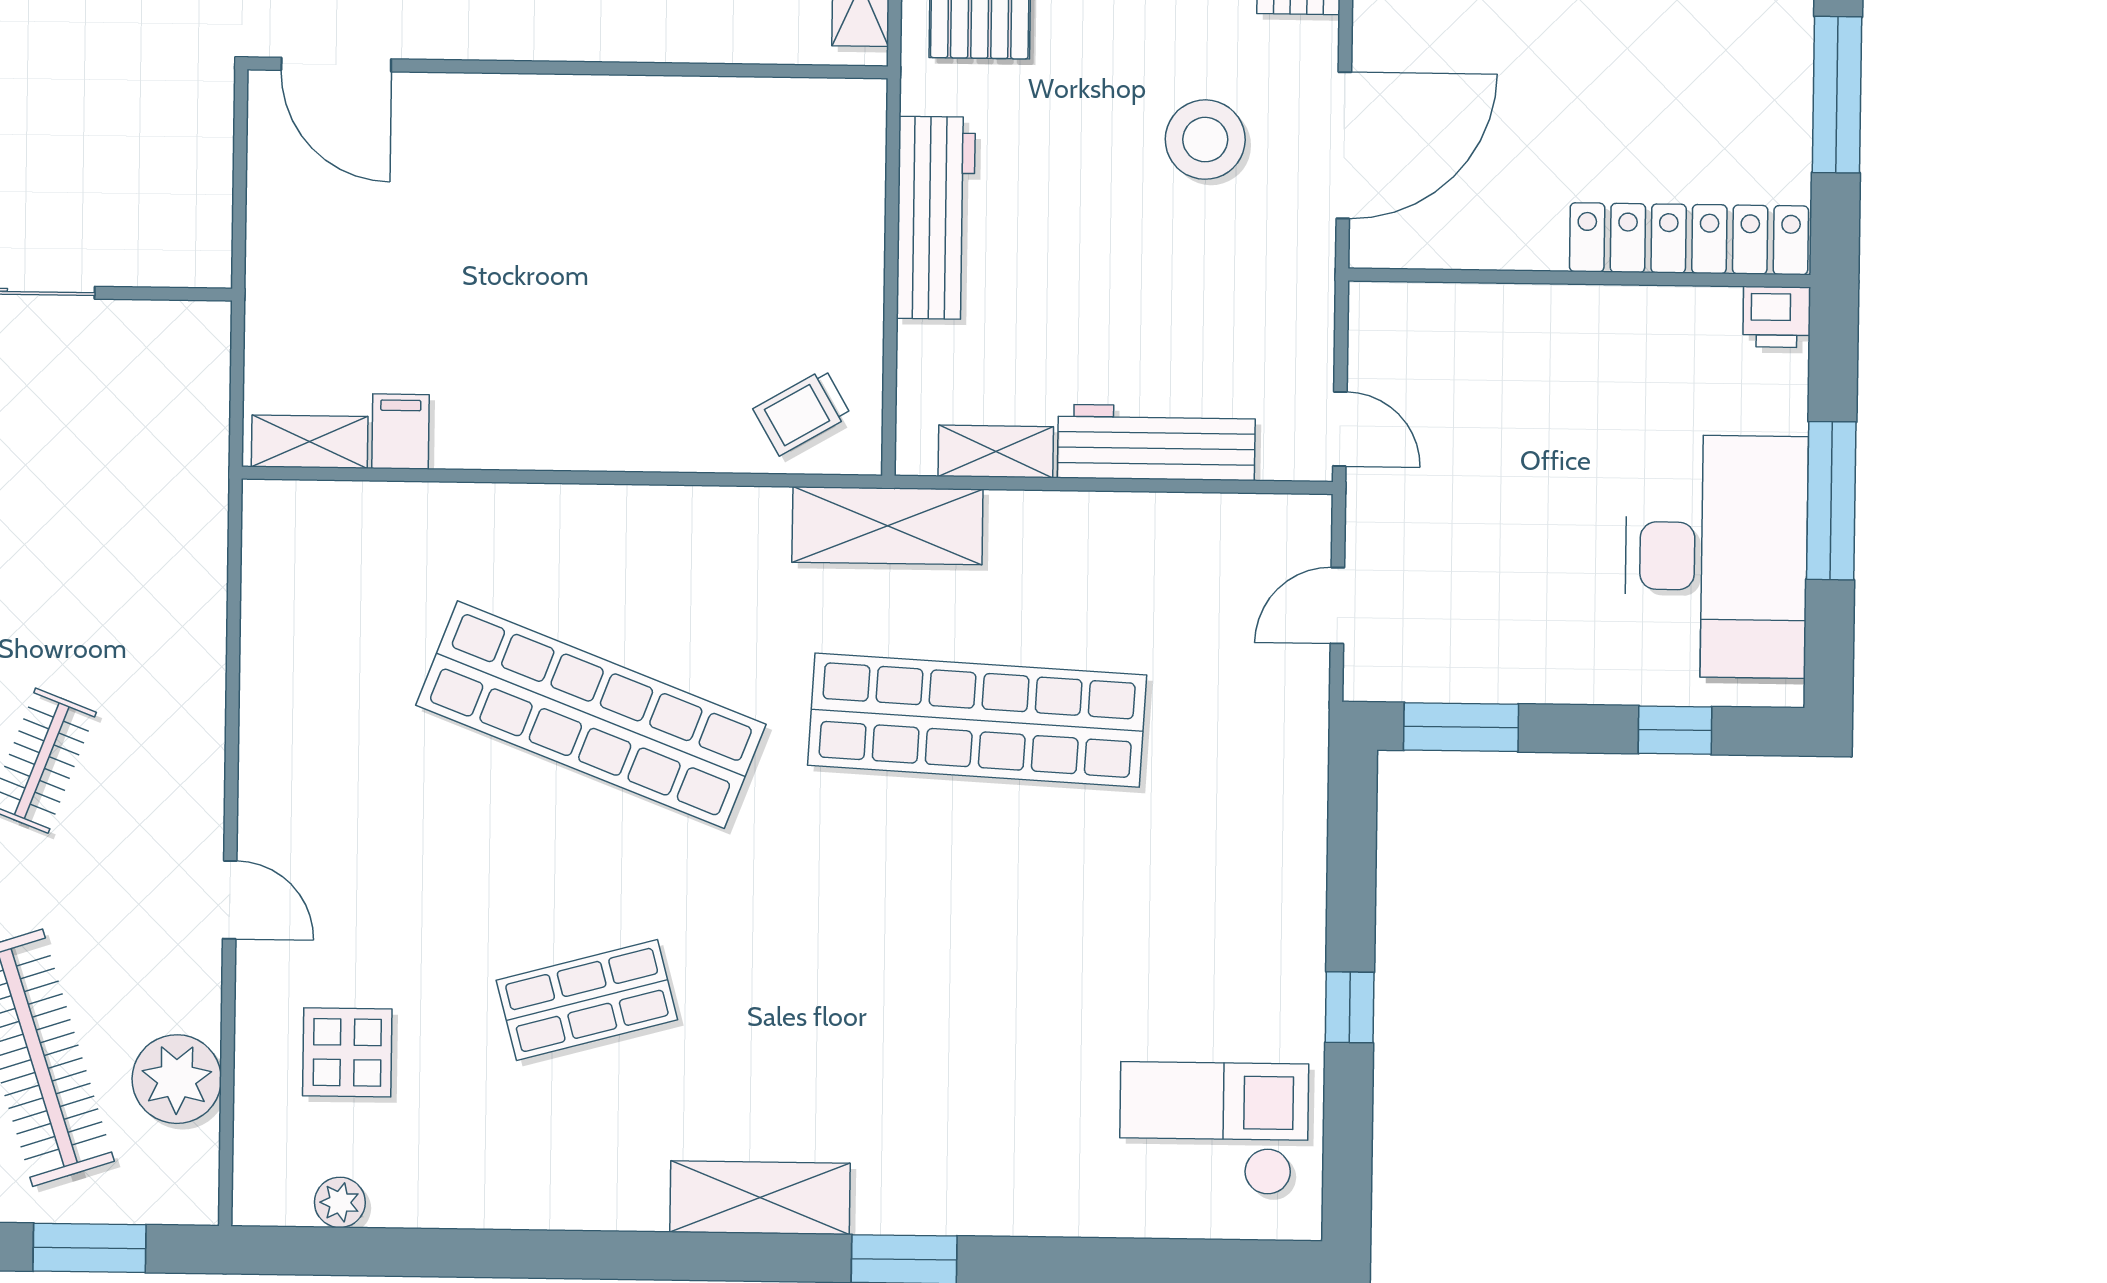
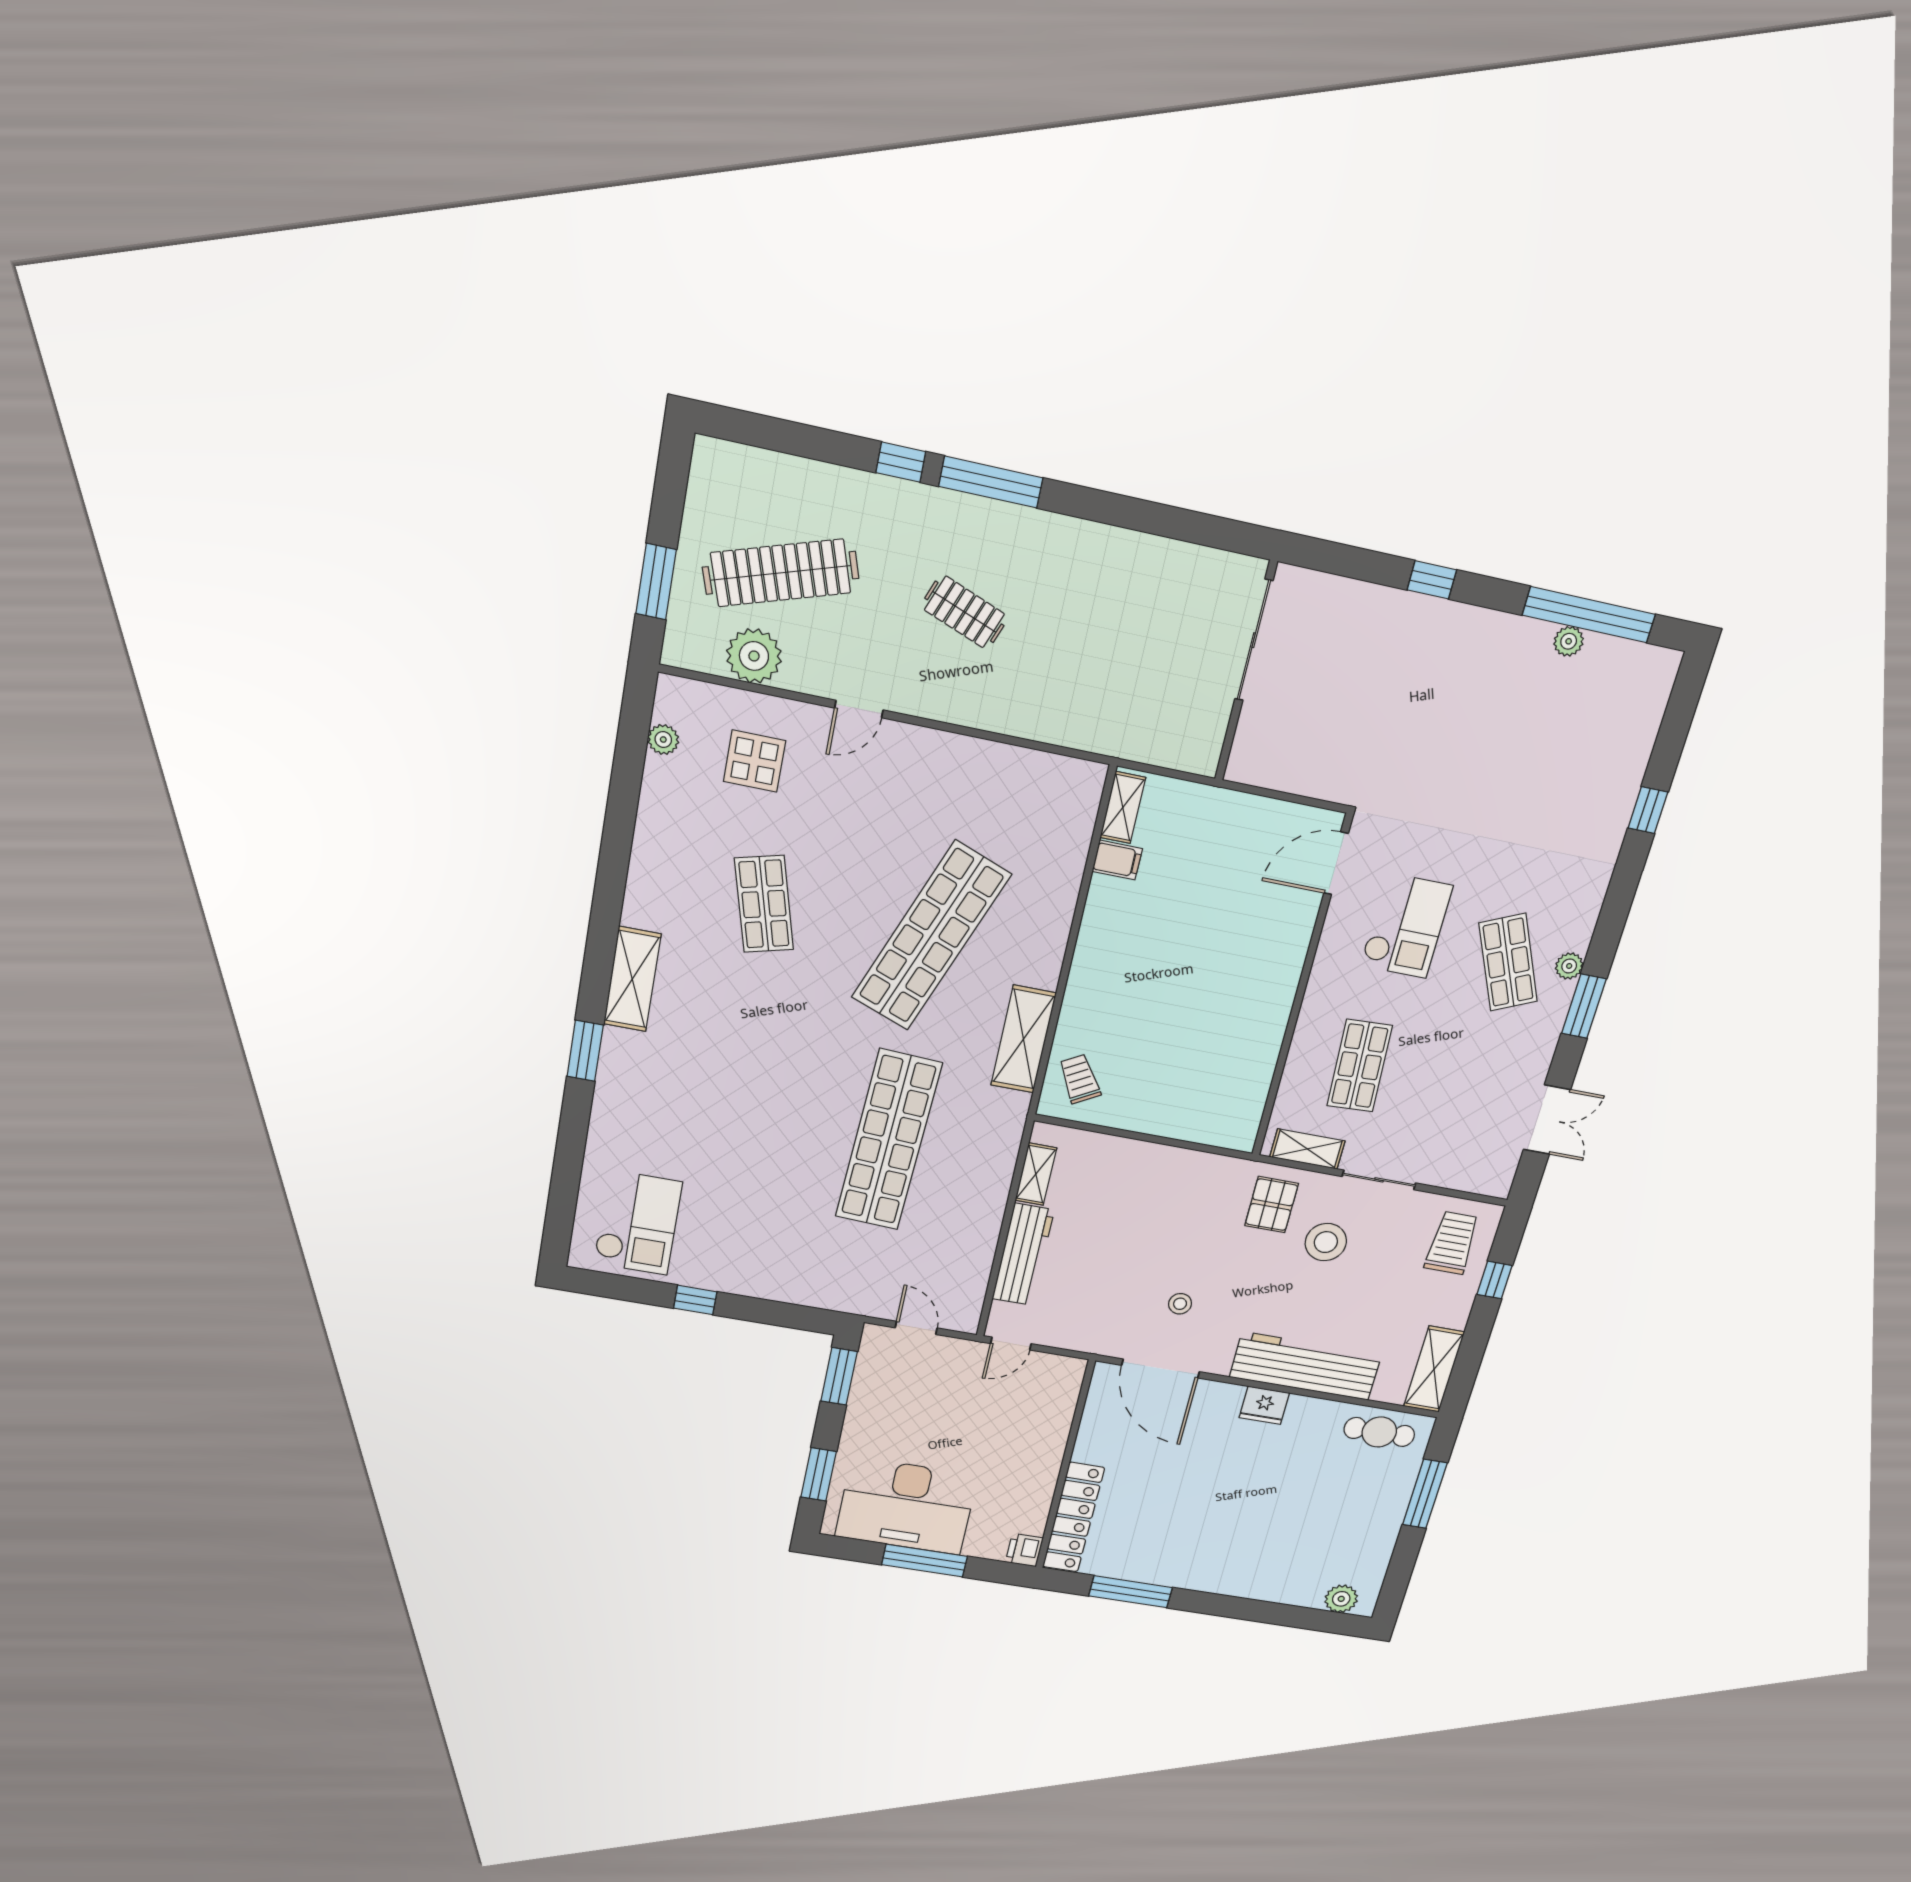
stool: (1205, 140) -> (1180, 1304), width x0.53, depth x0.53
workbench: (936, 218) -> (1171, 1165), removed
shelving: (887, 526) -> (1023, 1039), moved
window: (1675, 730) -> (819, 1474), width x1.50

